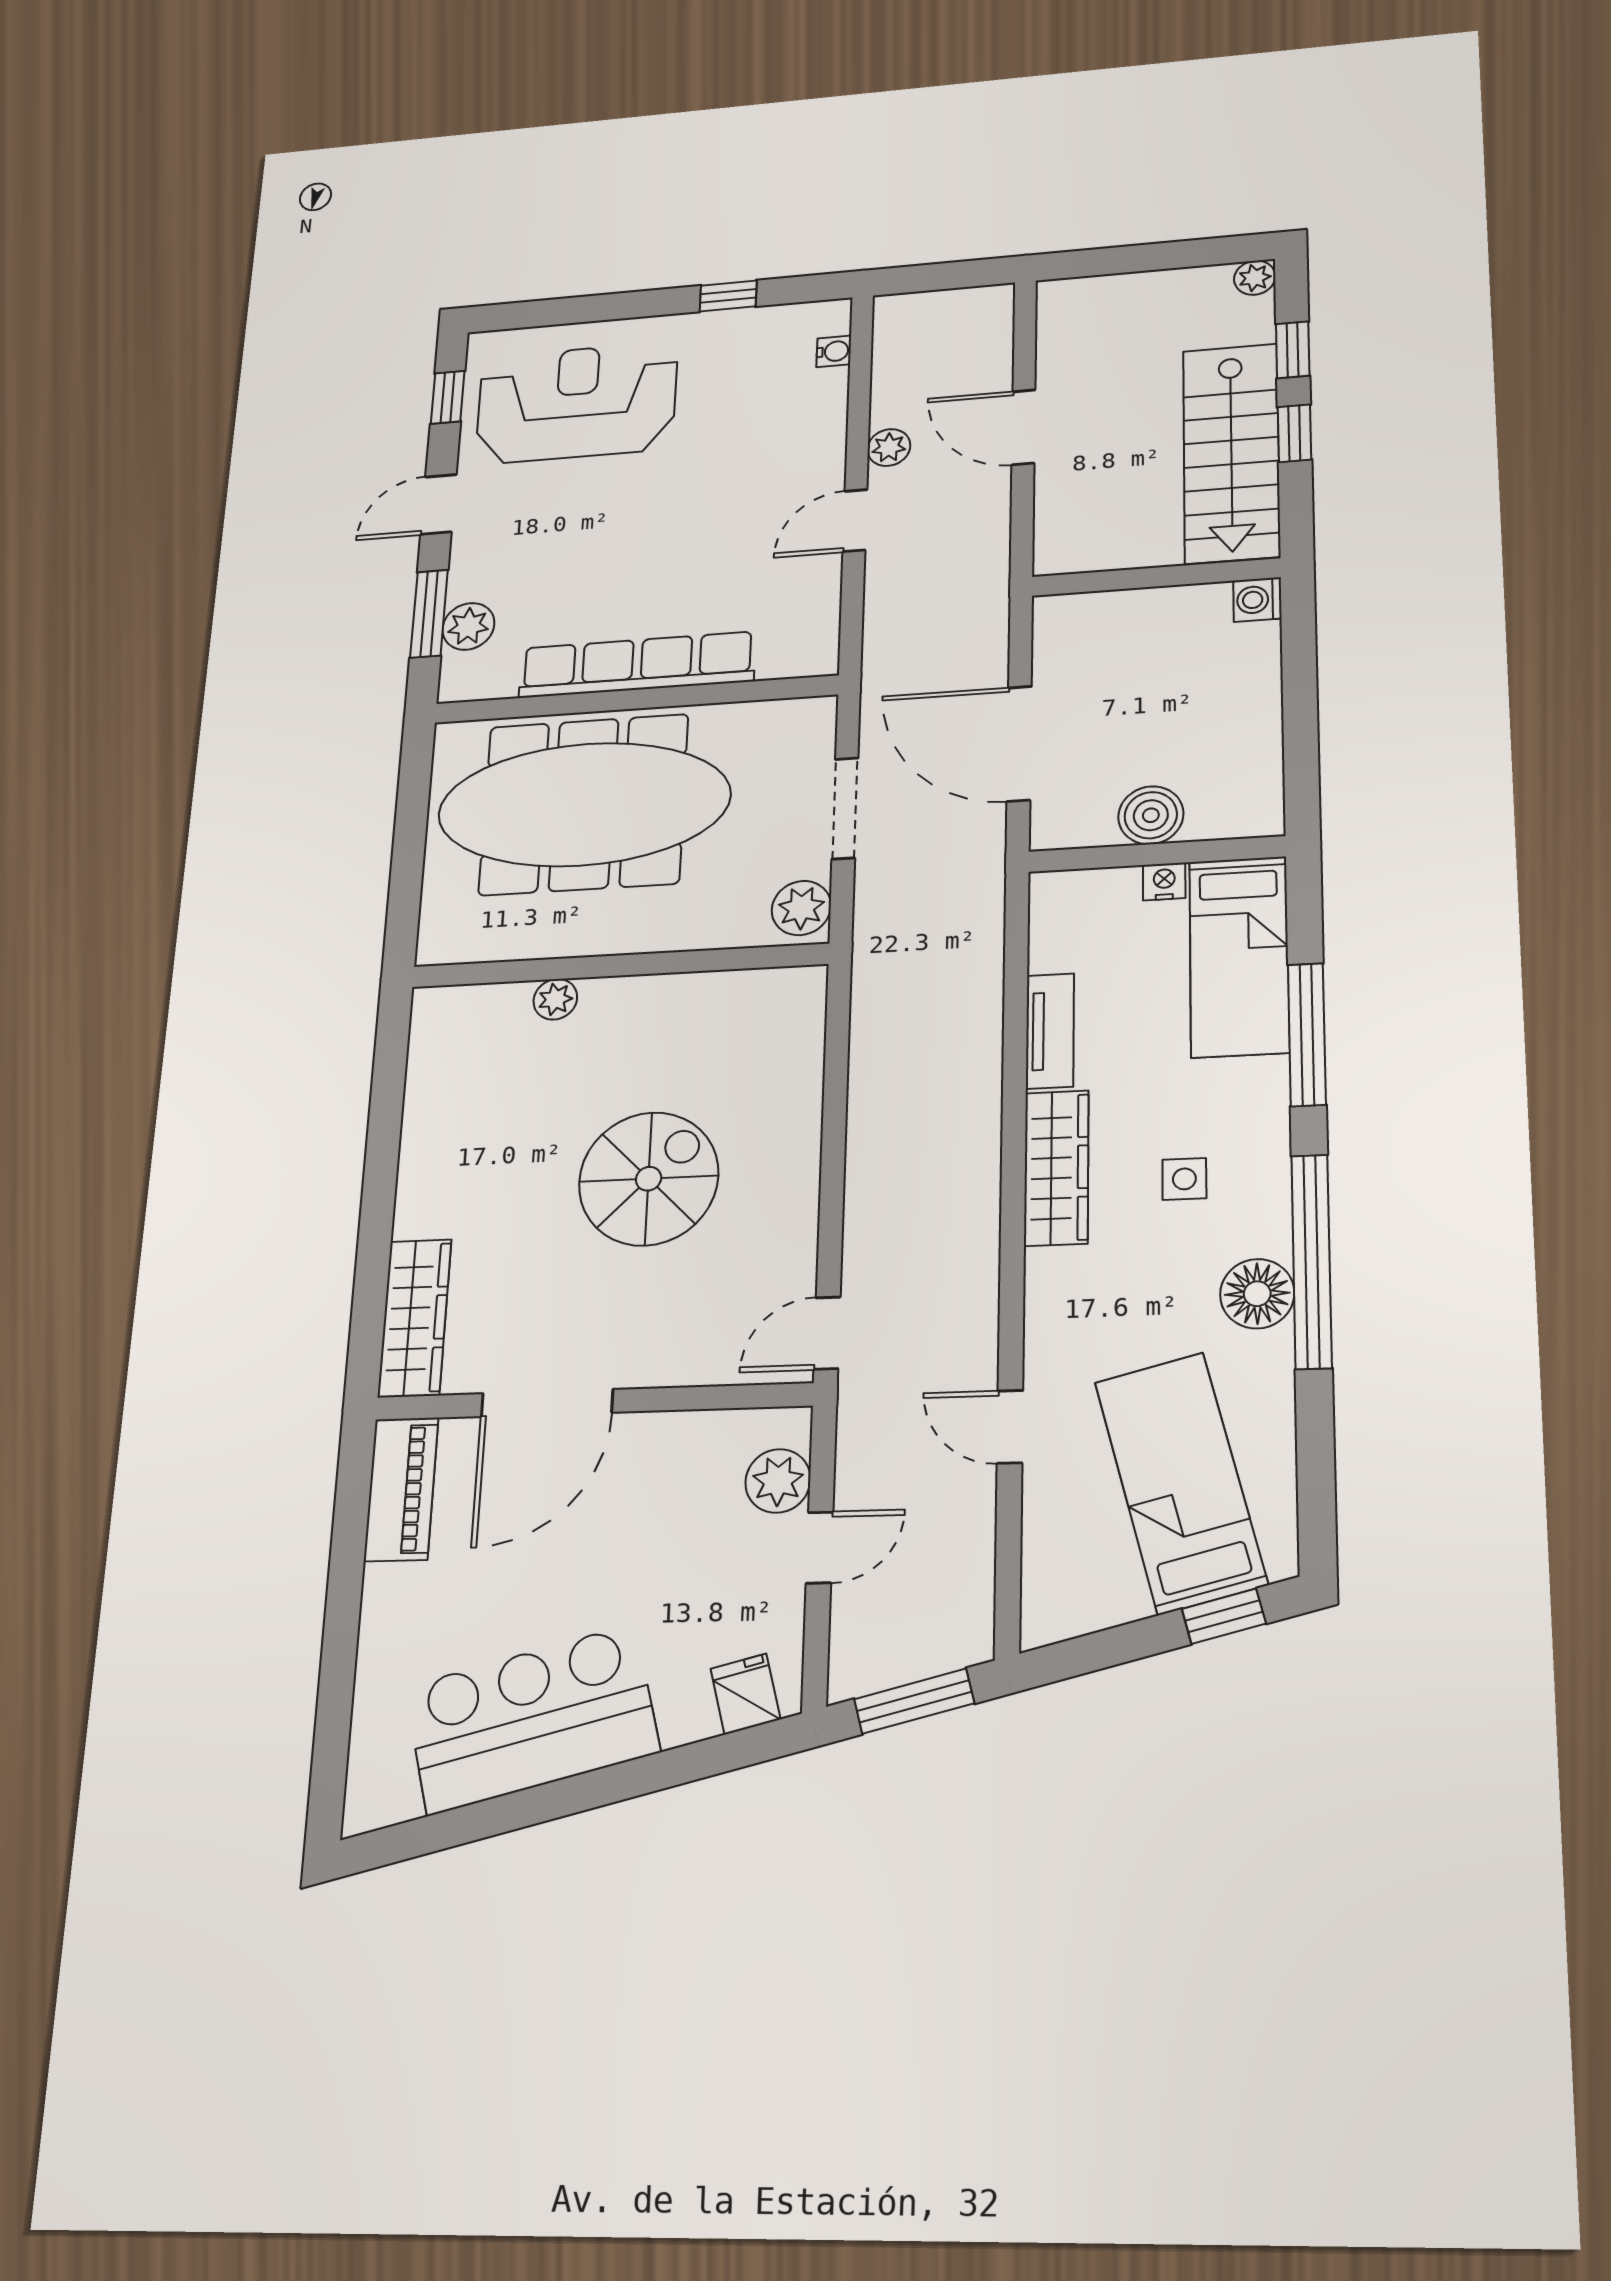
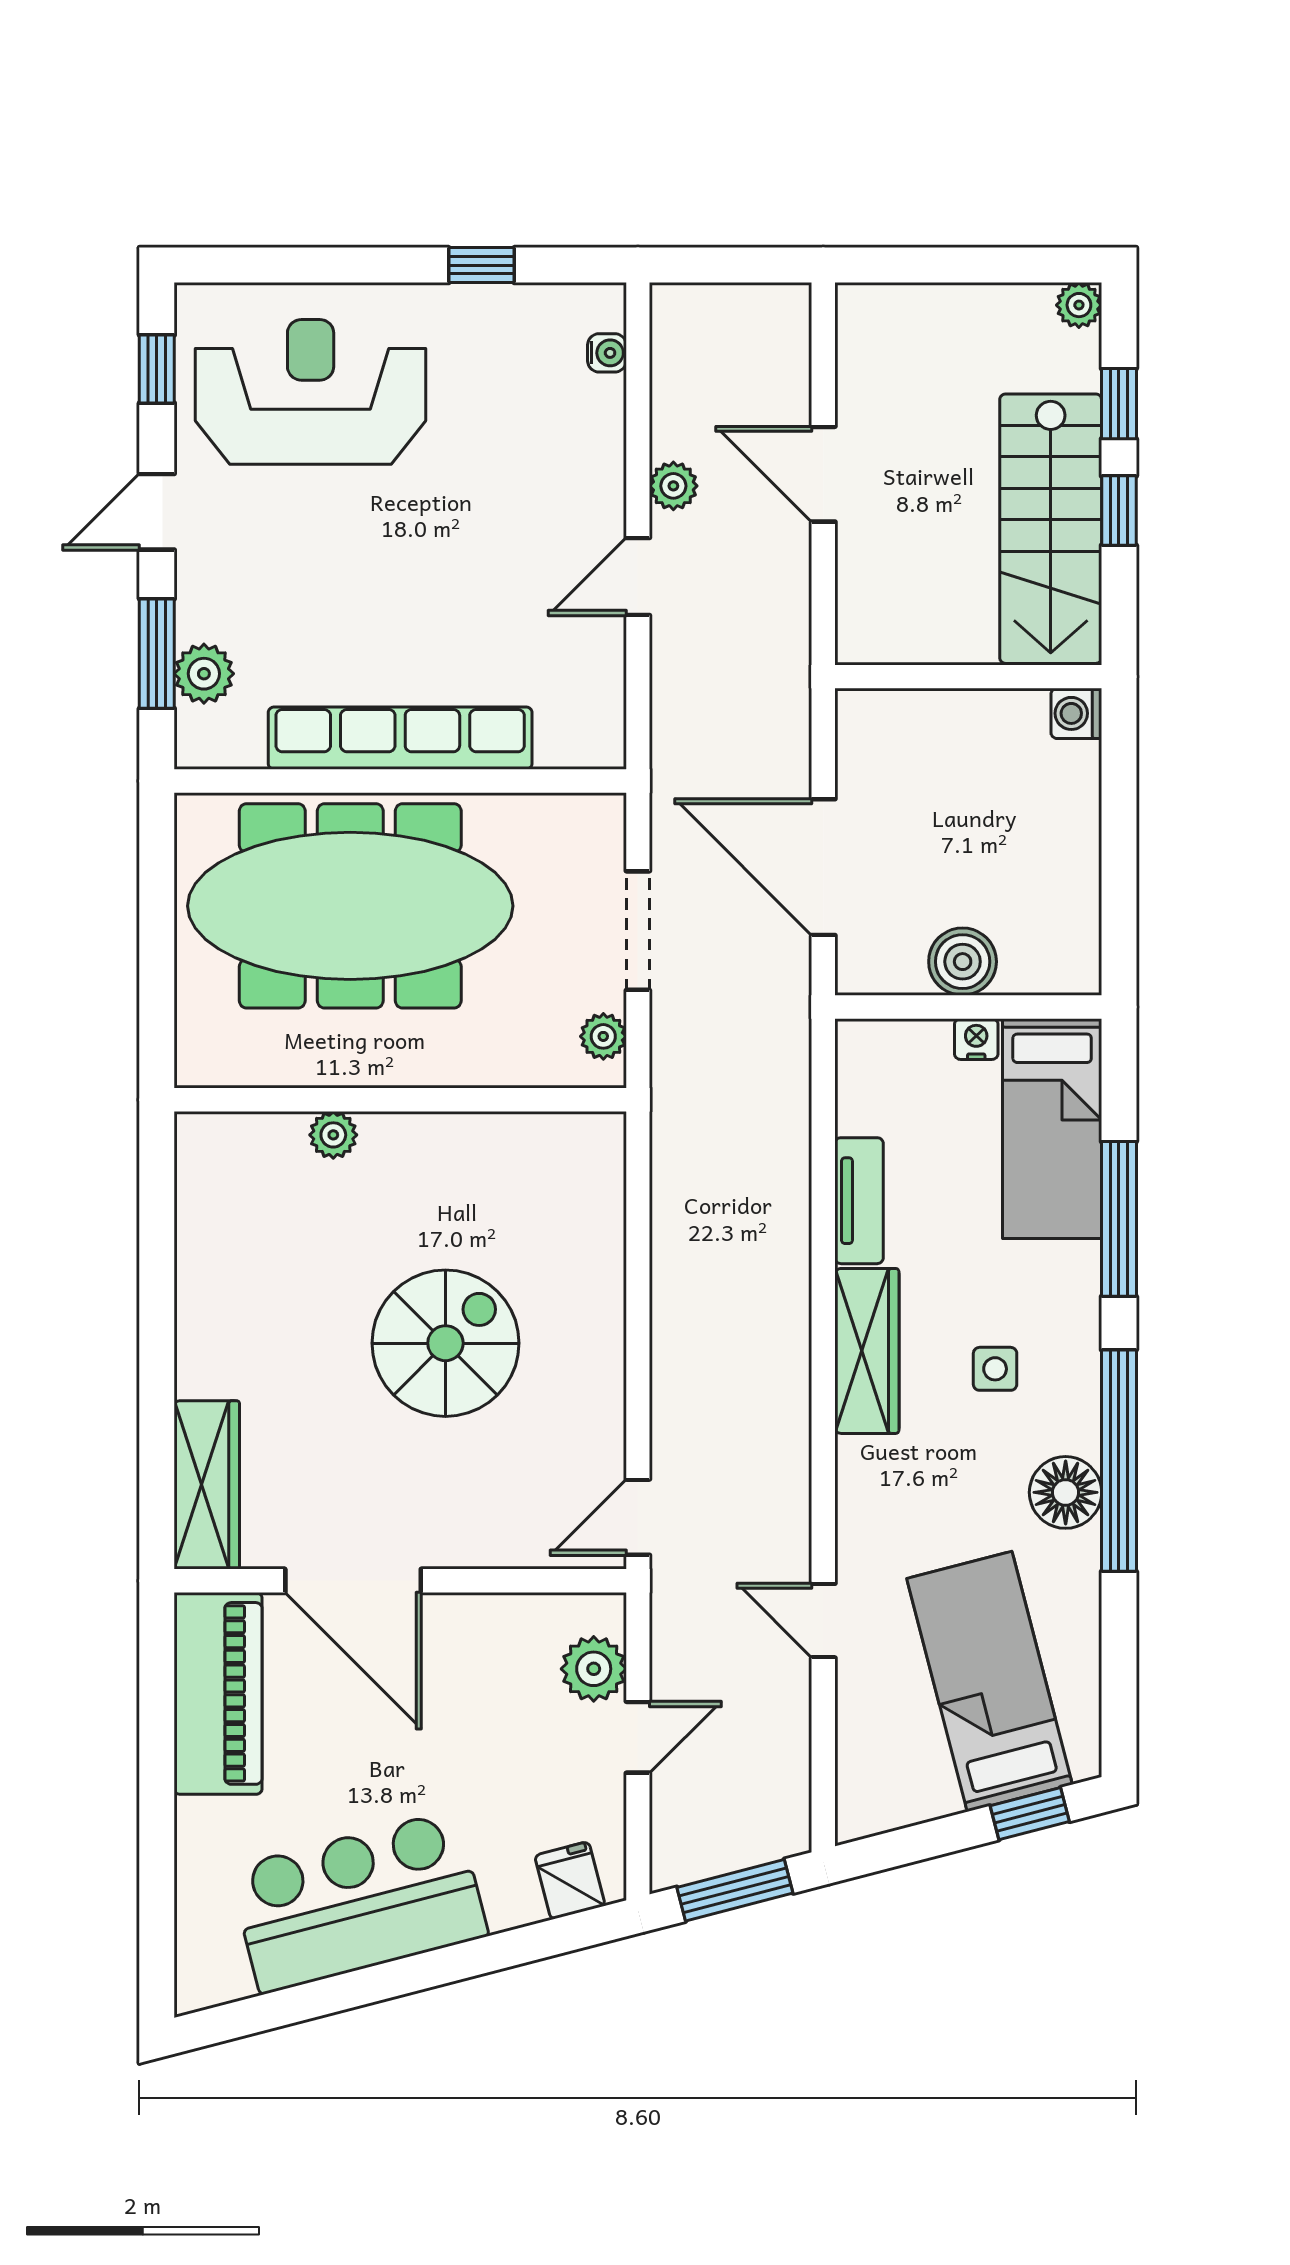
plant: (801, 908) -> (603, 1036), width x0.73, depth x0.73
door: (547, 1403) -> (353, 1581), hinge flipped
piano: (401, 1489) -> (218, 1693), width x1.37, depth x1.33

